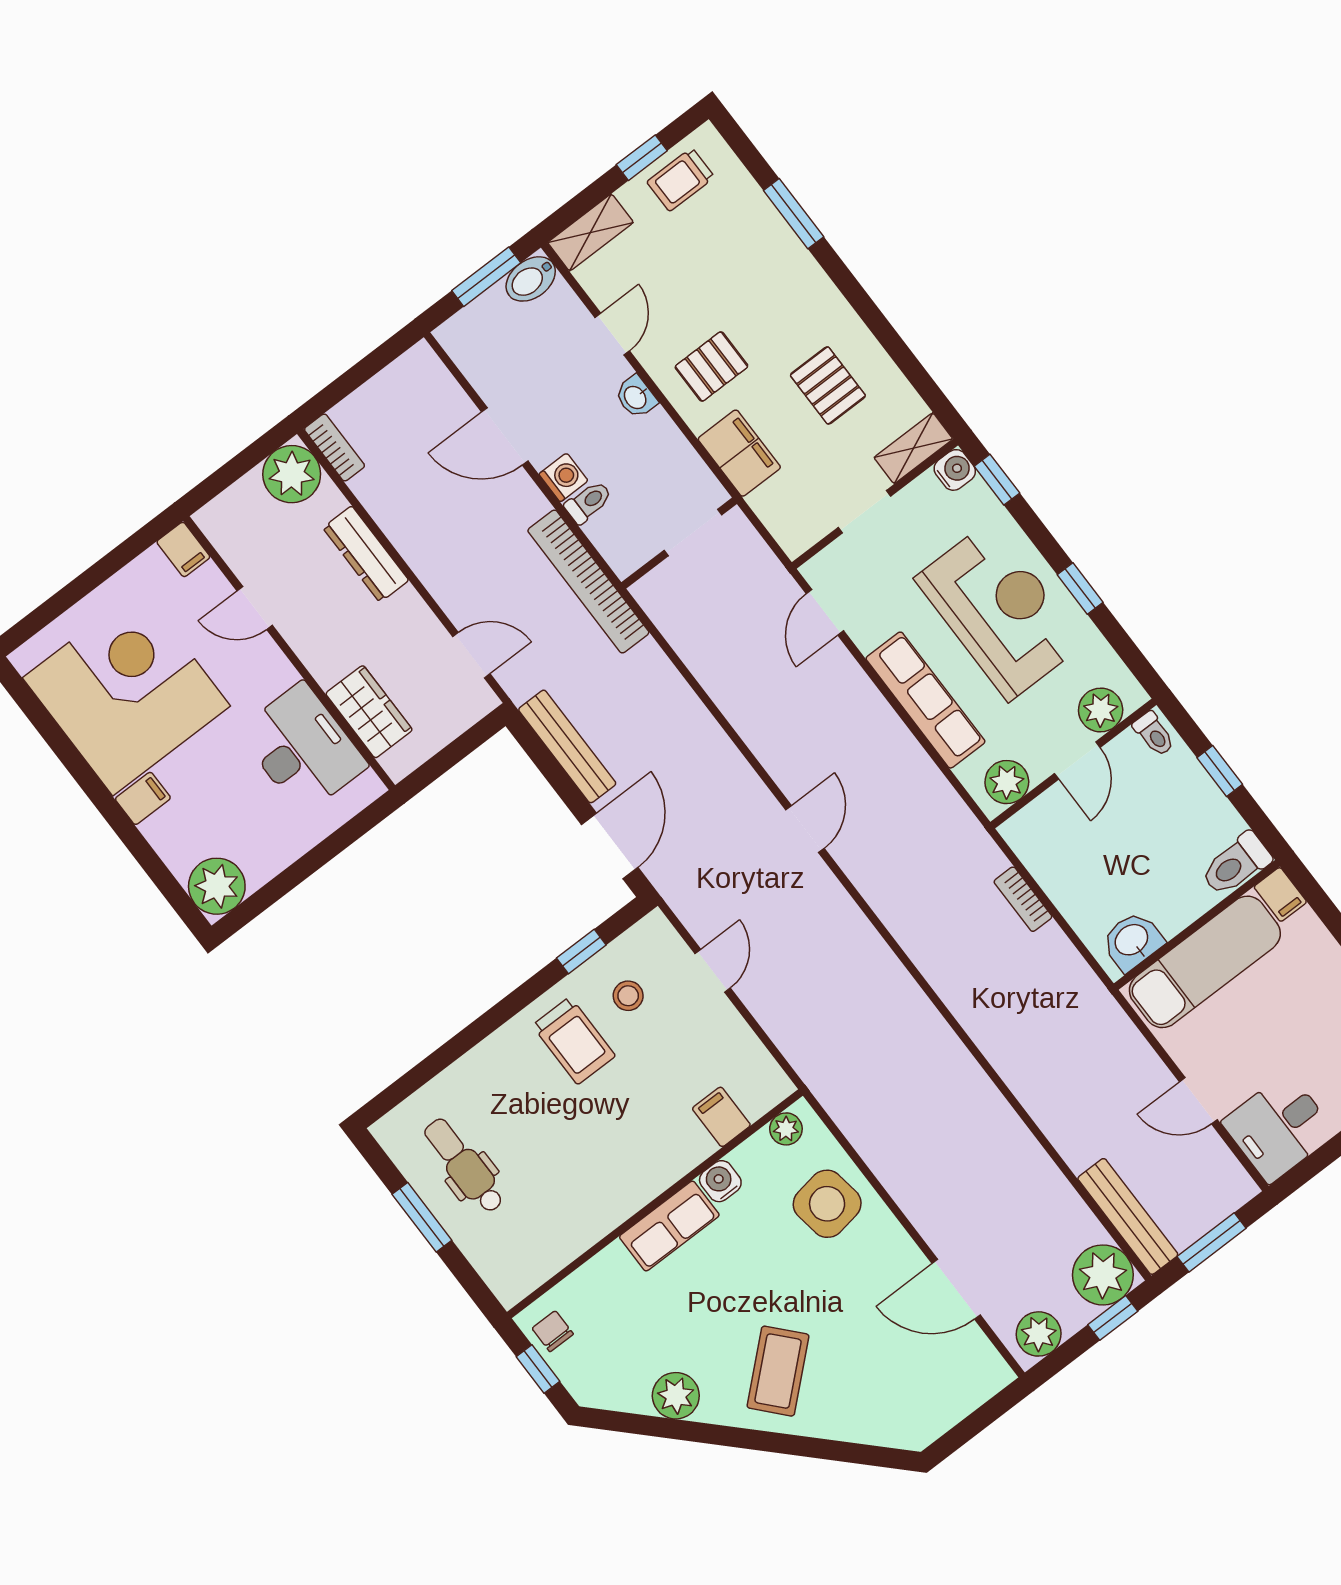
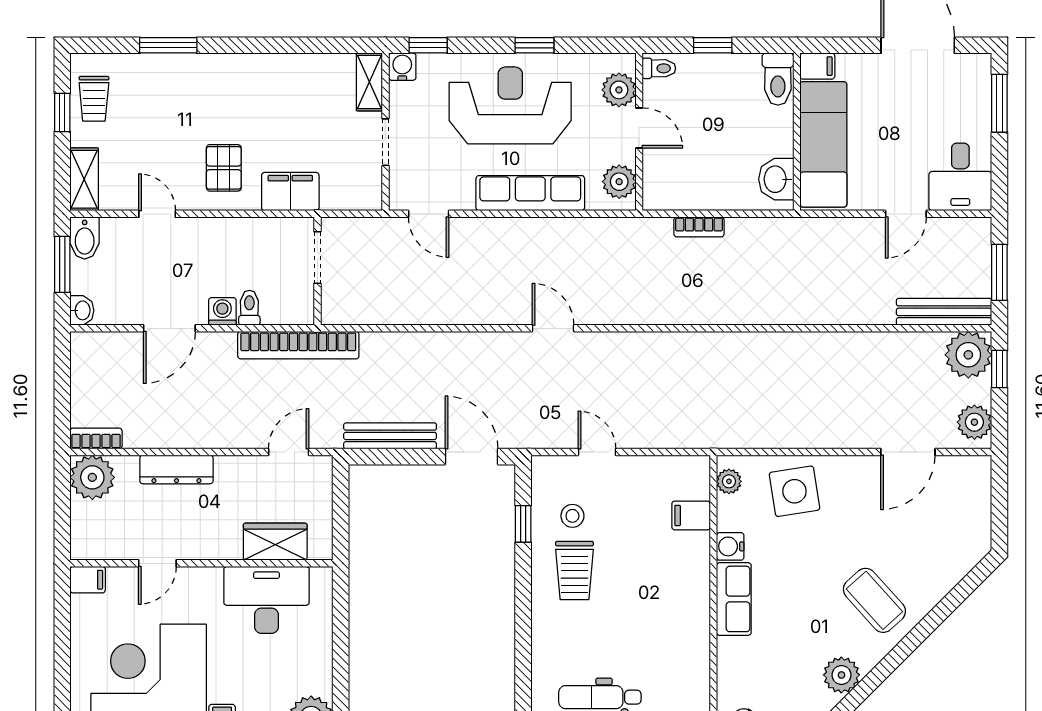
pallet: (828, 385) -> (290, 105), removed
washbasin: (636, 397) -> (82, 310), moved, turned -90
trolley: (574, 1041) -> (574, 570), turned 90

